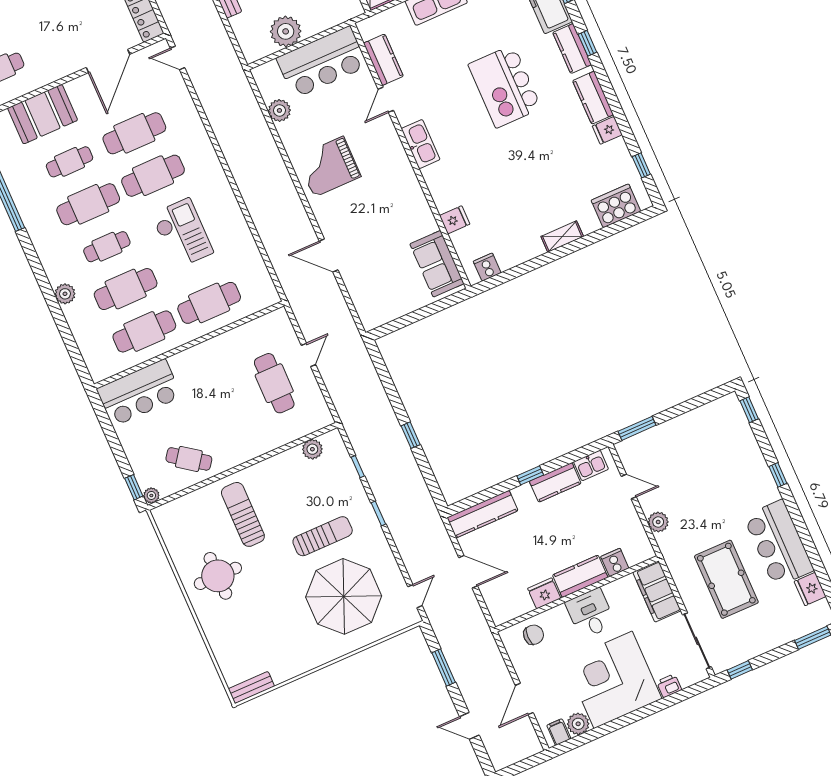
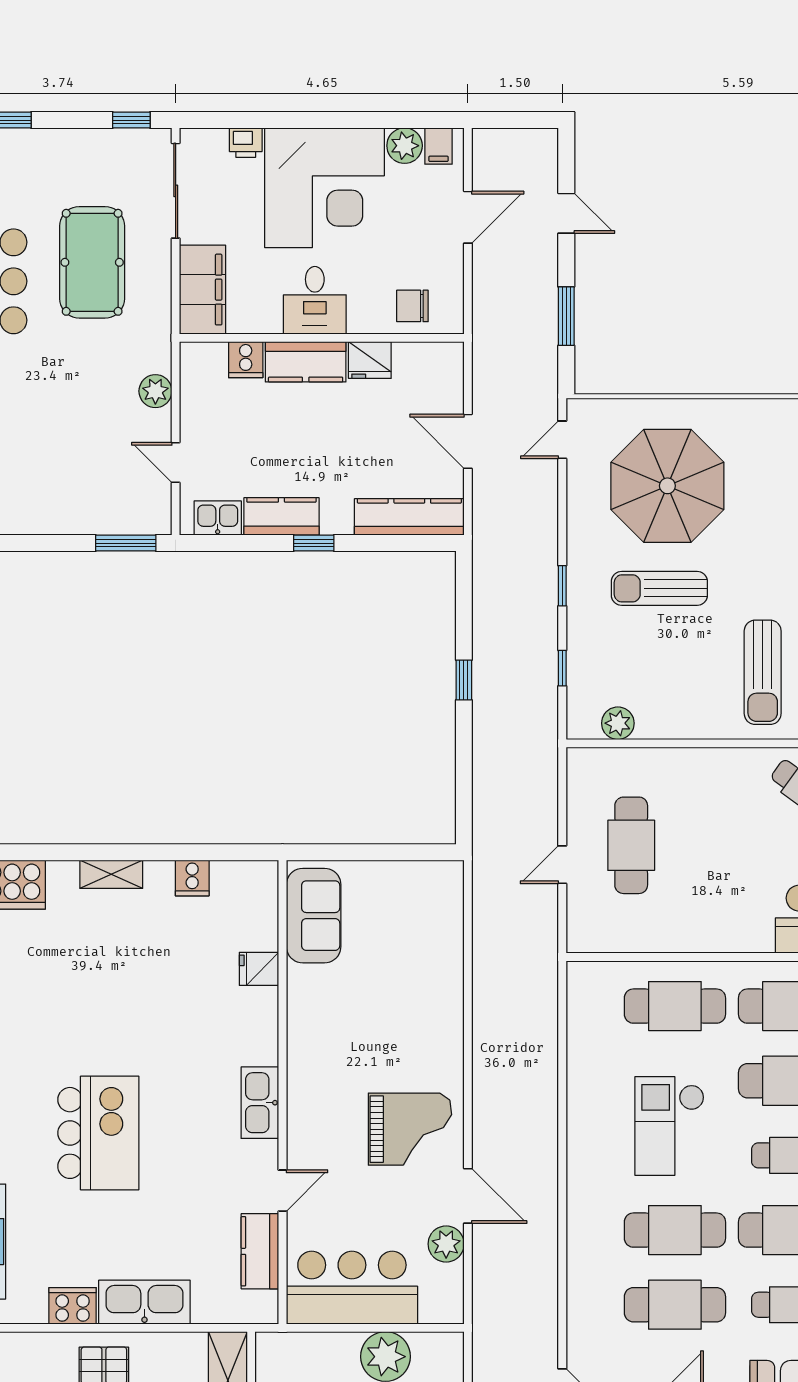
door: (329, 256) -> (468, 1196), moved
cooker: (487, 267) -> (192, 878), moved

